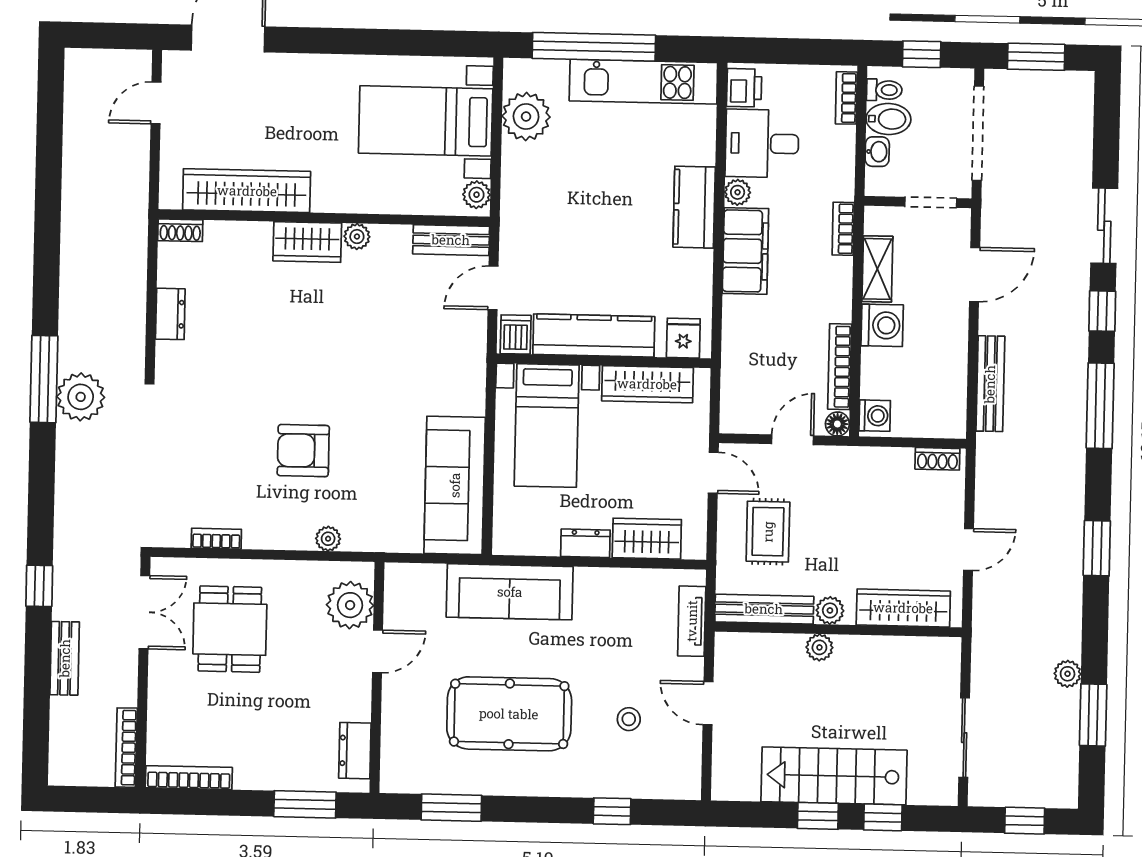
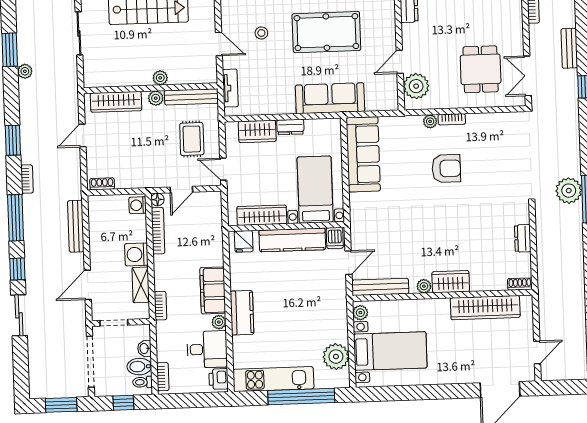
bench: (451, 240) -> (380, 287), width x1.36
bookcase: (1075, 475) -> (27, 179), added
bookcase: (216, 539) -> (452, 119), moved

